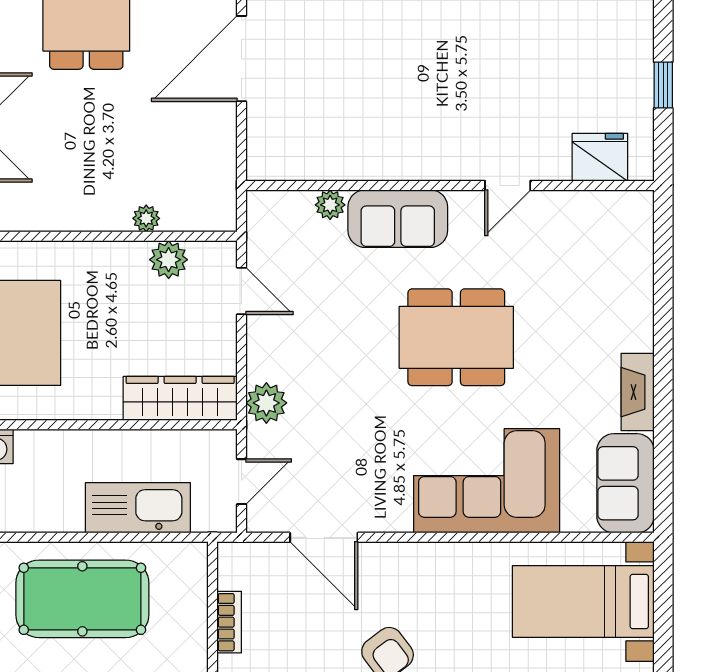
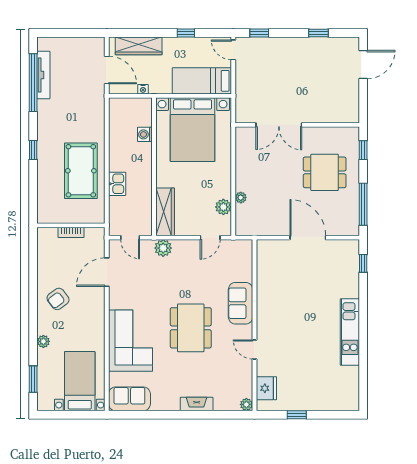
plant: (330, 205) -> (246, 404), moved
fireplace: (638, 392) -> (197, 404), moved
kitchen sink: (138, 508) -> (117, 184), width x0.53, depth x0.81

